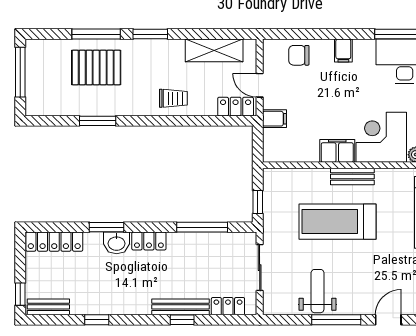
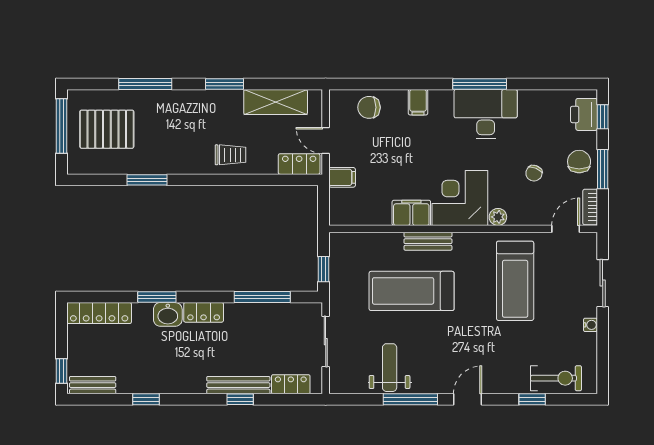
window: (150, 34) -> (224, 84), moved
pallet: (96, 68) -> (107, 129), moved

